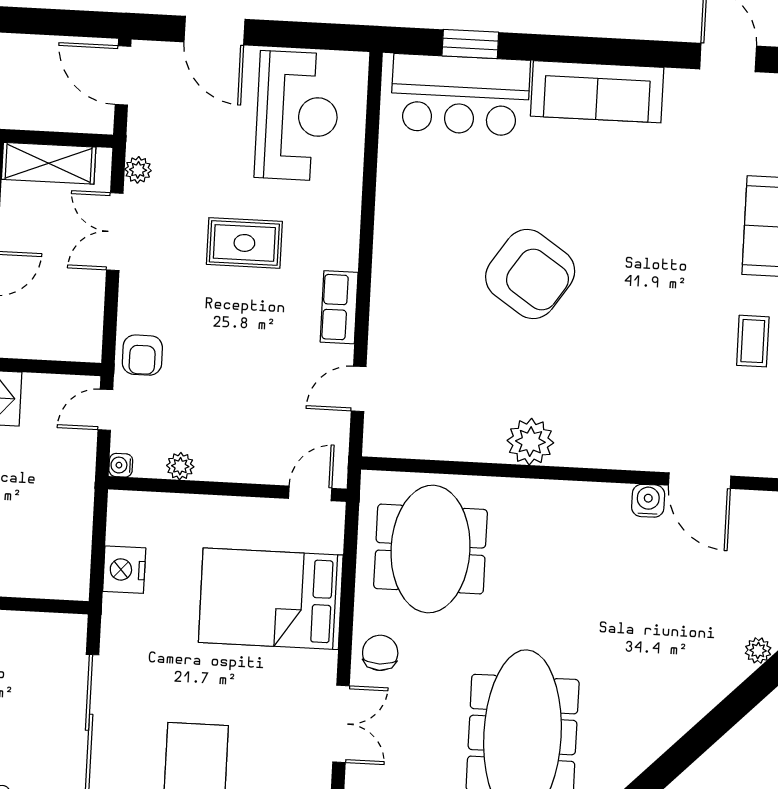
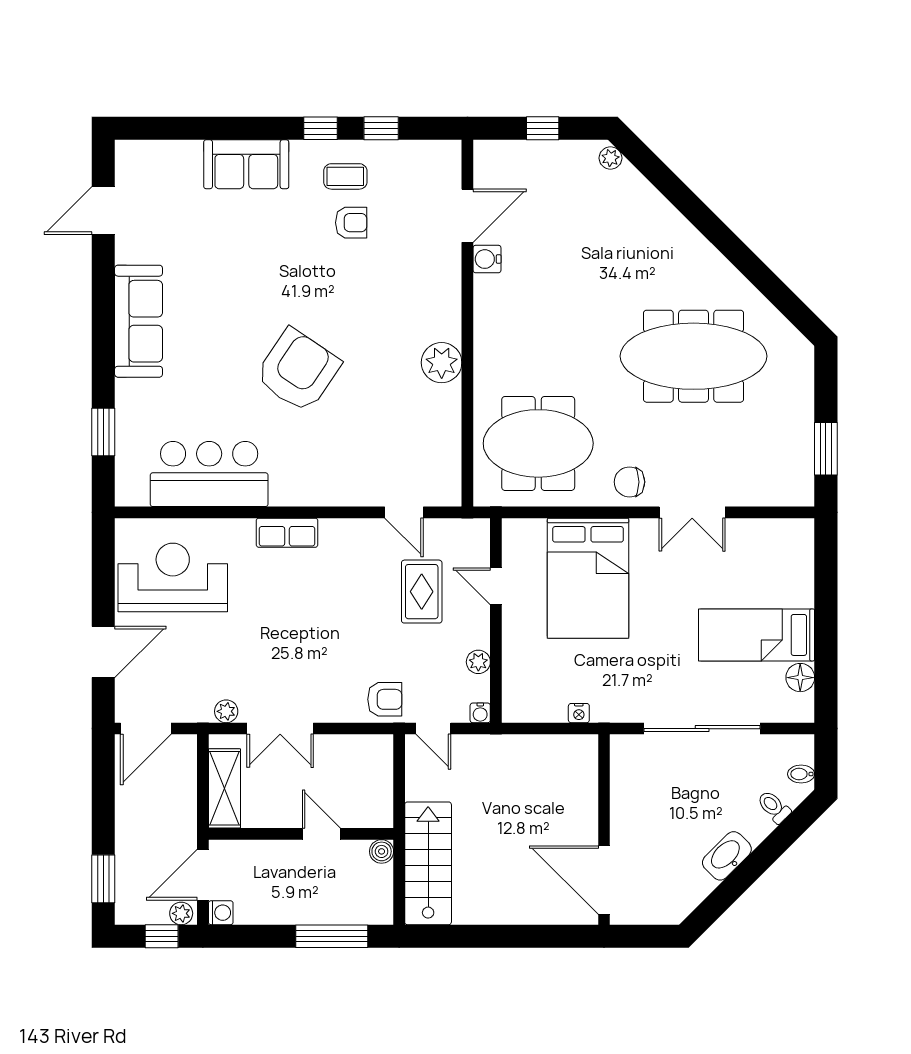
bar counter: (460, 95) -> (209, 474), moved, turned -90
rug: (244, 243) -> (422, 592), moved
row of seats: (339, 307) -> (287, 533), moved
armchair: (699, 345) -> (351, 223), added
door: (310, 493) -> (496, 586), moved
nightstand: (124, 570) -> (579, 713), width x0.53, depth x0.56
double door: (341, 724) -> (692, 512), swing flipped

